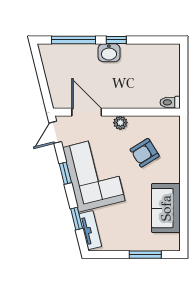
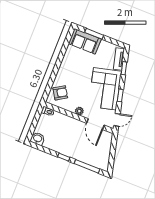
washbasin: (109, 53) -> (38, 139), moved
armchair: (145, 153) -> (60, 93), moved
sofa: (166, 208) -> (85, 41), moved, turned 90

